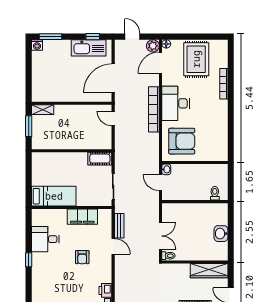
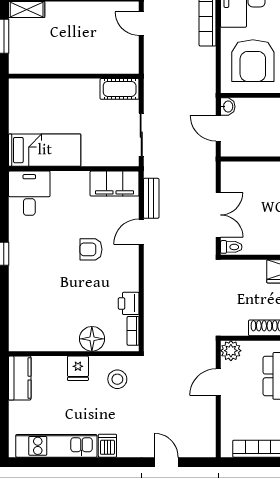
armchair: (182, 141) -> (253, 61), turned 90
filing cabinet: (82, 217) -> (115, 184), moved
desk: (45, 239) -> (29, 193), moved, turned 90
door: (113, 246) -> (141, 232), swing flipped
armchair: (82, 257) -> (91, 249), turned 90

